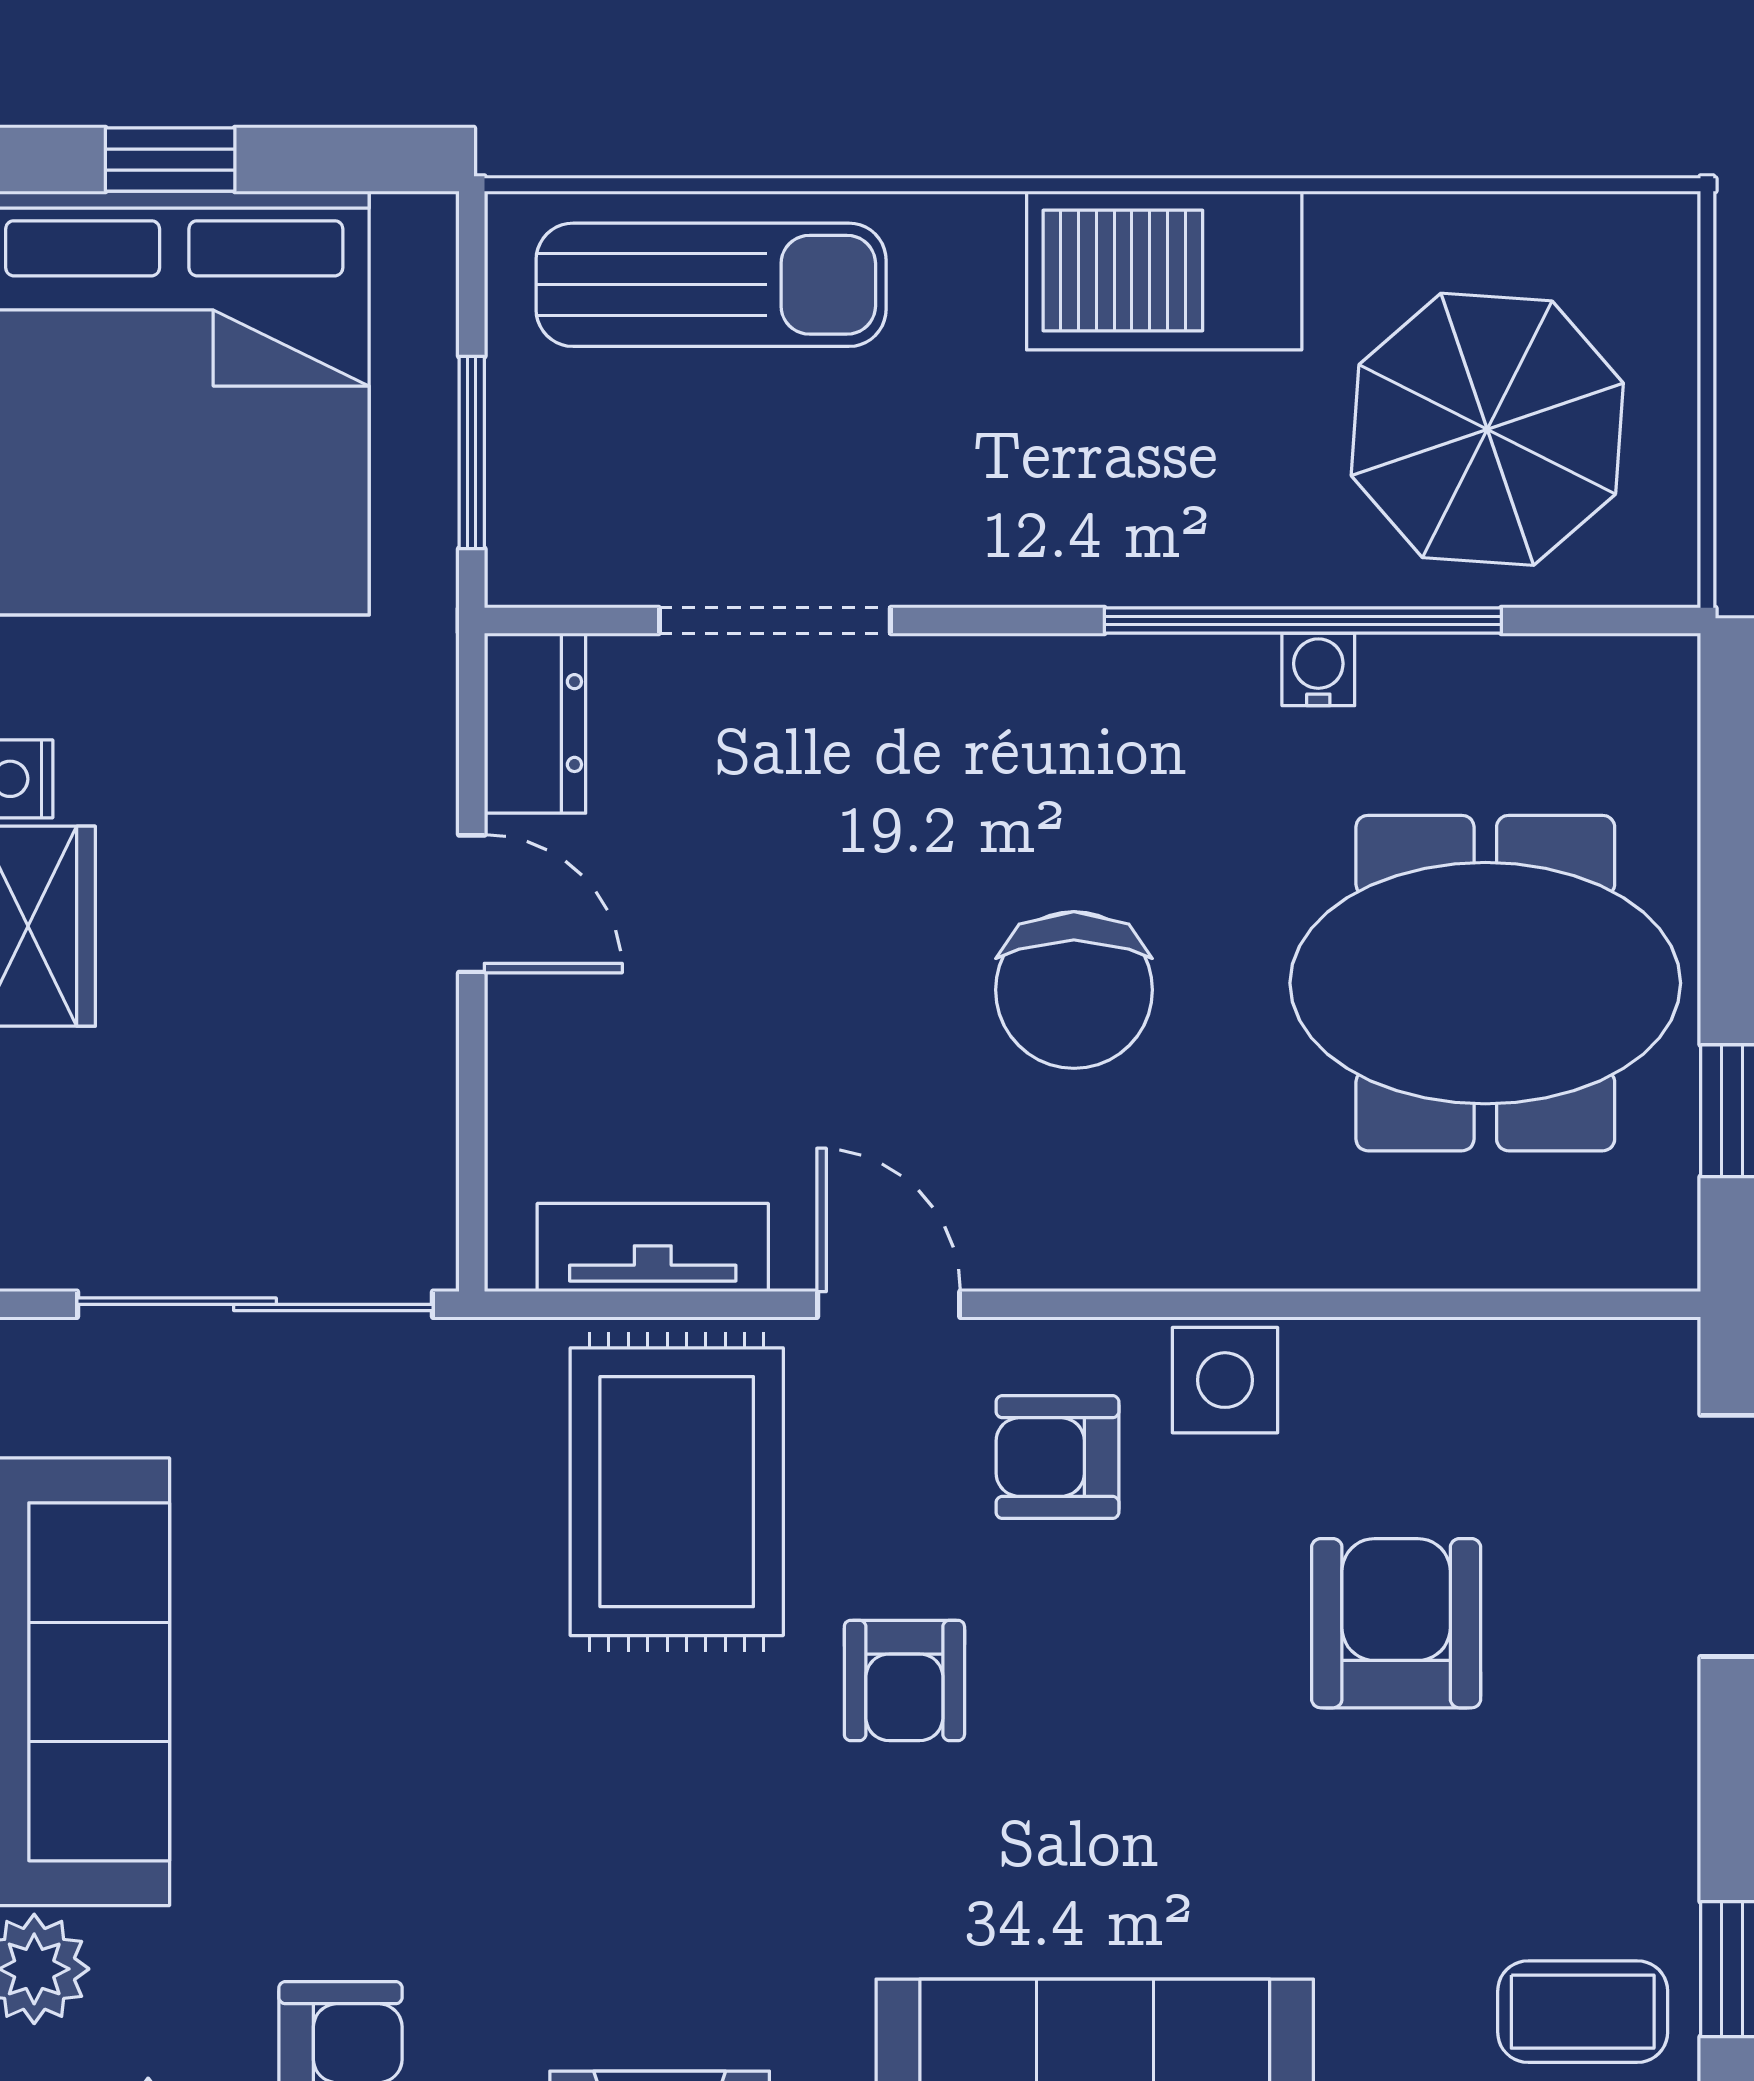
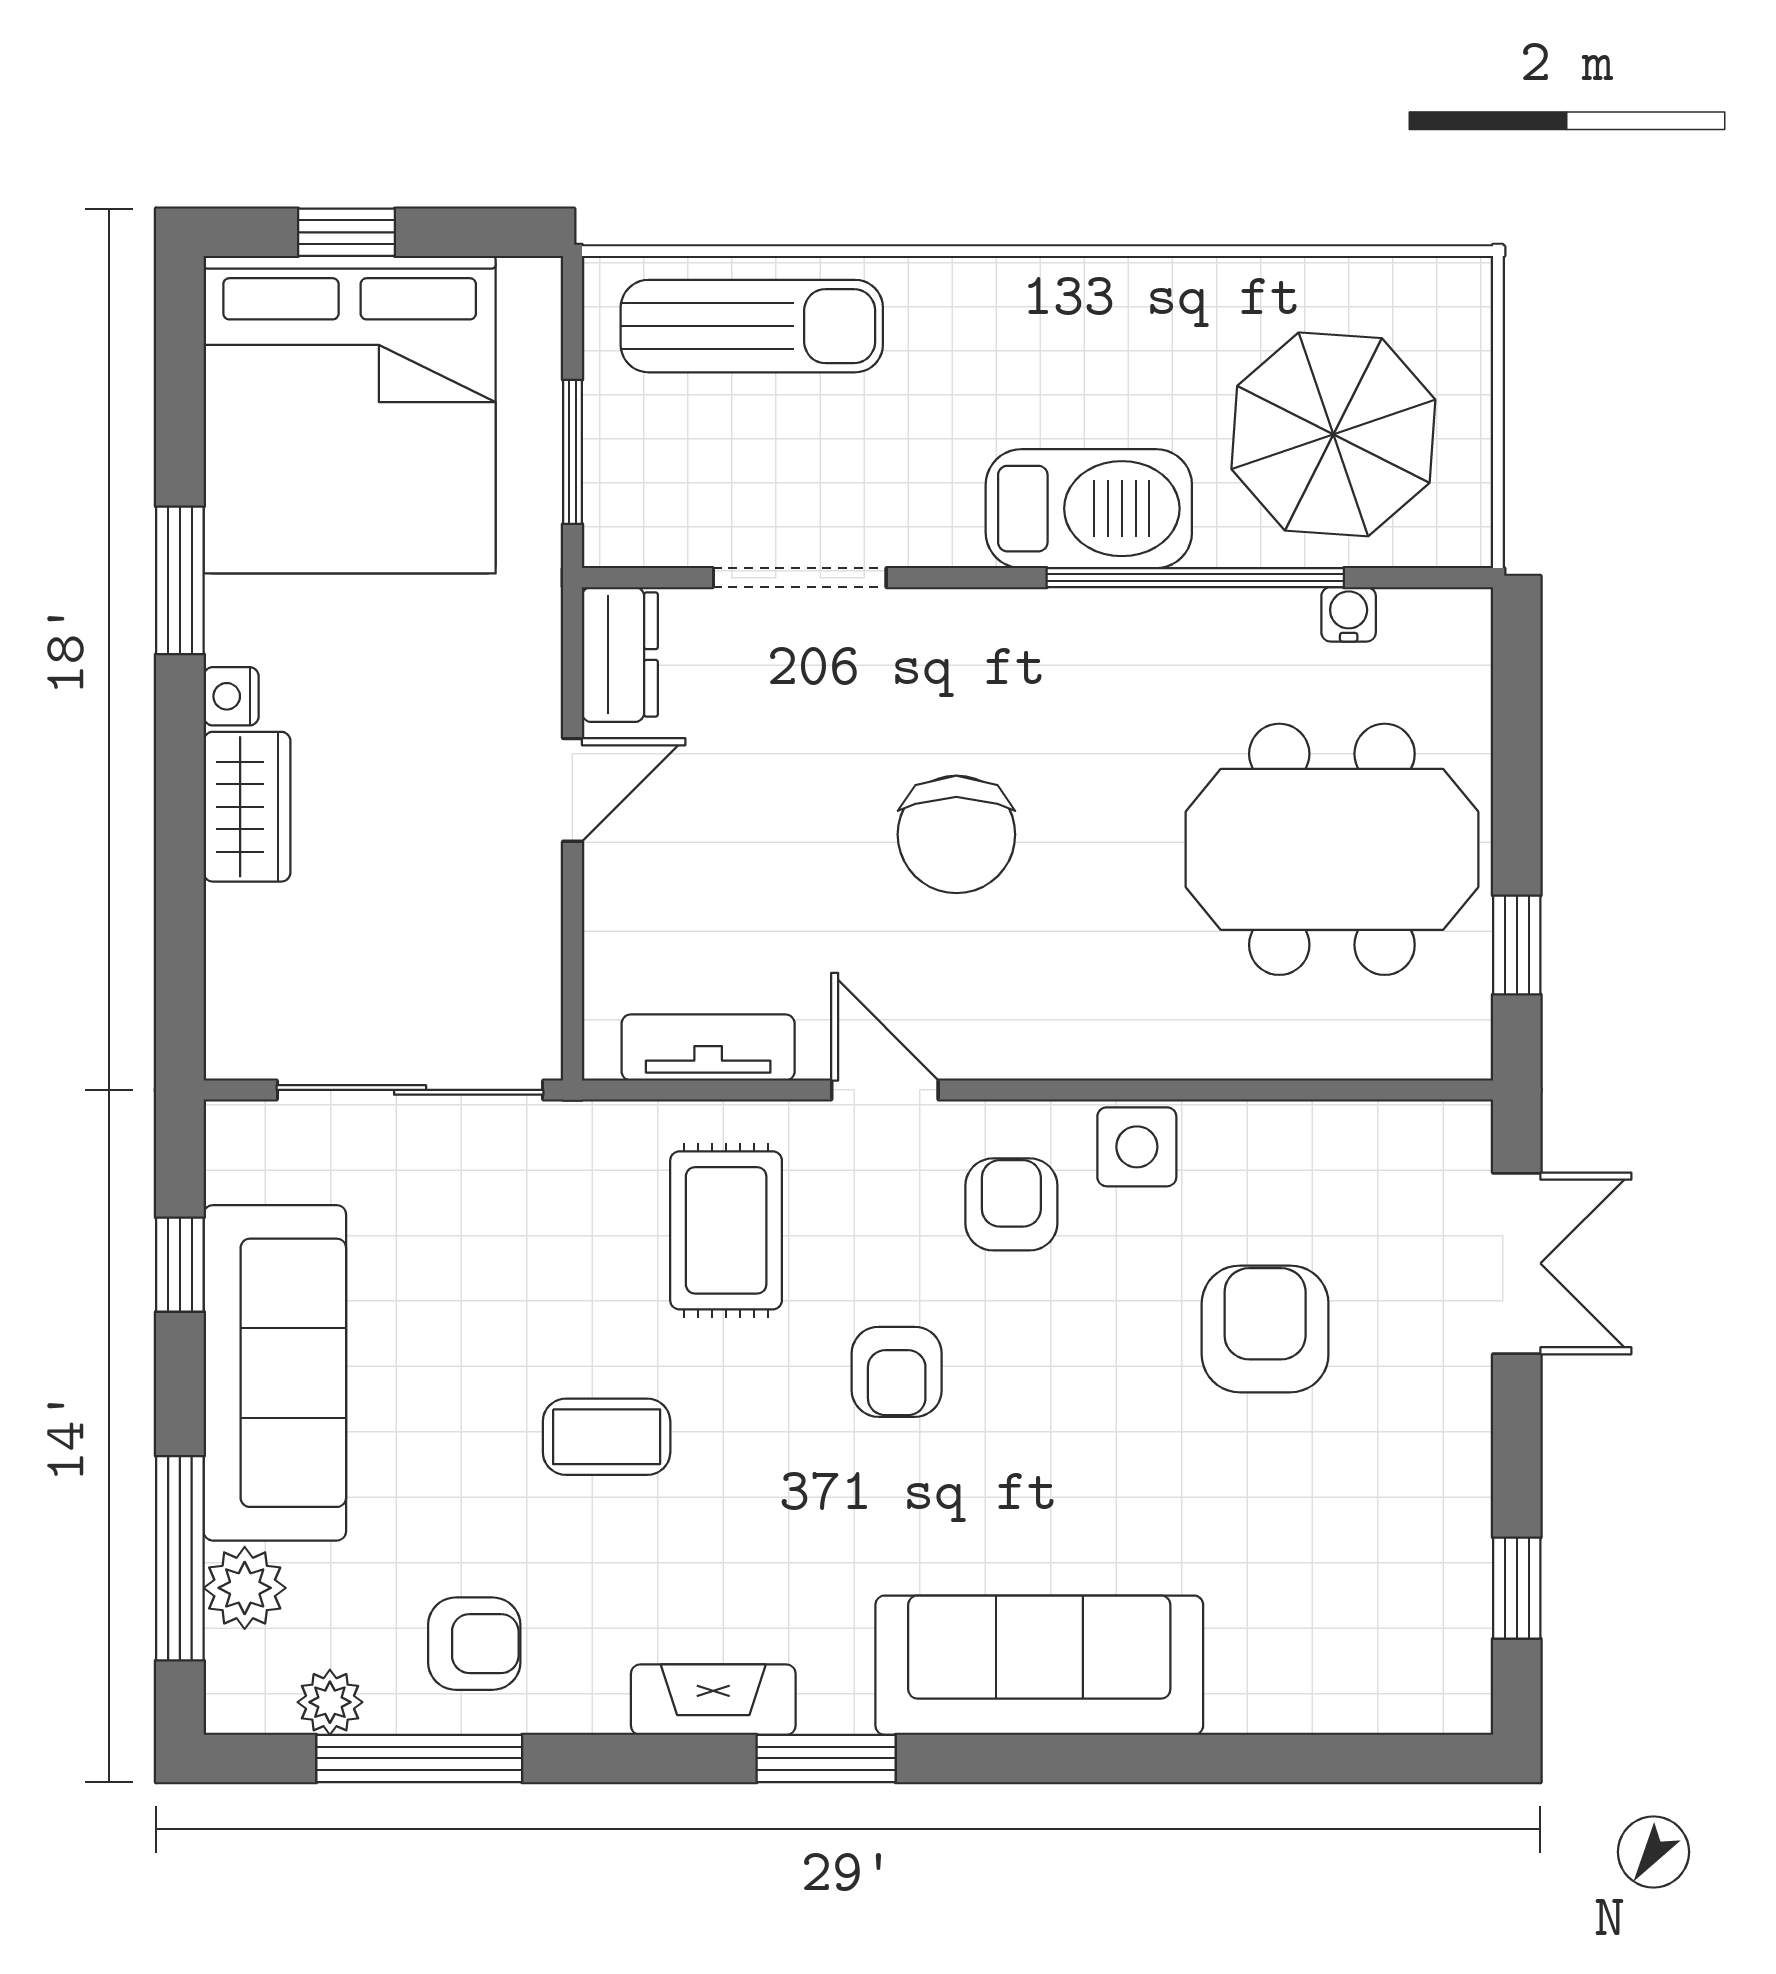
barbecue: (1164, 271) -> (1089, 509), moved, turned 180
water cooler: (1318, 669) -> (1349, 614), moved
door: (472, 904) -> (572, 790), hinge flipped
chair: (1074, 990) -> (956, 834), moved
armchair: (1057, 1457) -> (1011, 1204), turned 90
rug: (677, 1492) -> (726, 1230), width x0.73, depth x0.70
coffee table: (1583, 2012) -> (607, 1437), moved

